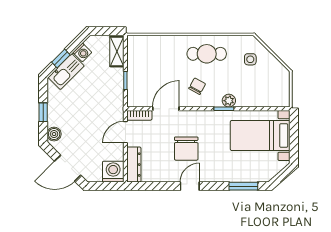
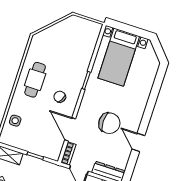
side table: (250, 59) -> (15, 121), moved
plant: (229, 101) -> (81, 74), removed
door: (190, 186) -> (138, 142), moved
window: (243, 186) -> (157, 85), removed

